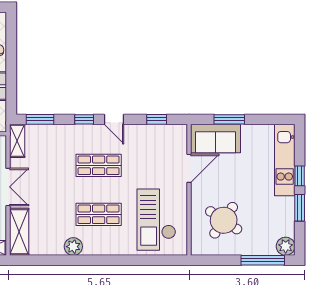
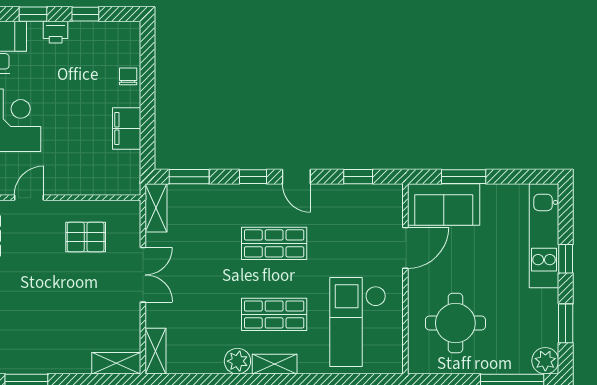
window: (300, 208) -> (566, 323), moved
round table: (224, 220) -> (455, 323), turned -34
shelving: (19, 232) -> (156, 351), width x0.67, depth x0.75
shelving: (99, 249) -> (275, 364), added

